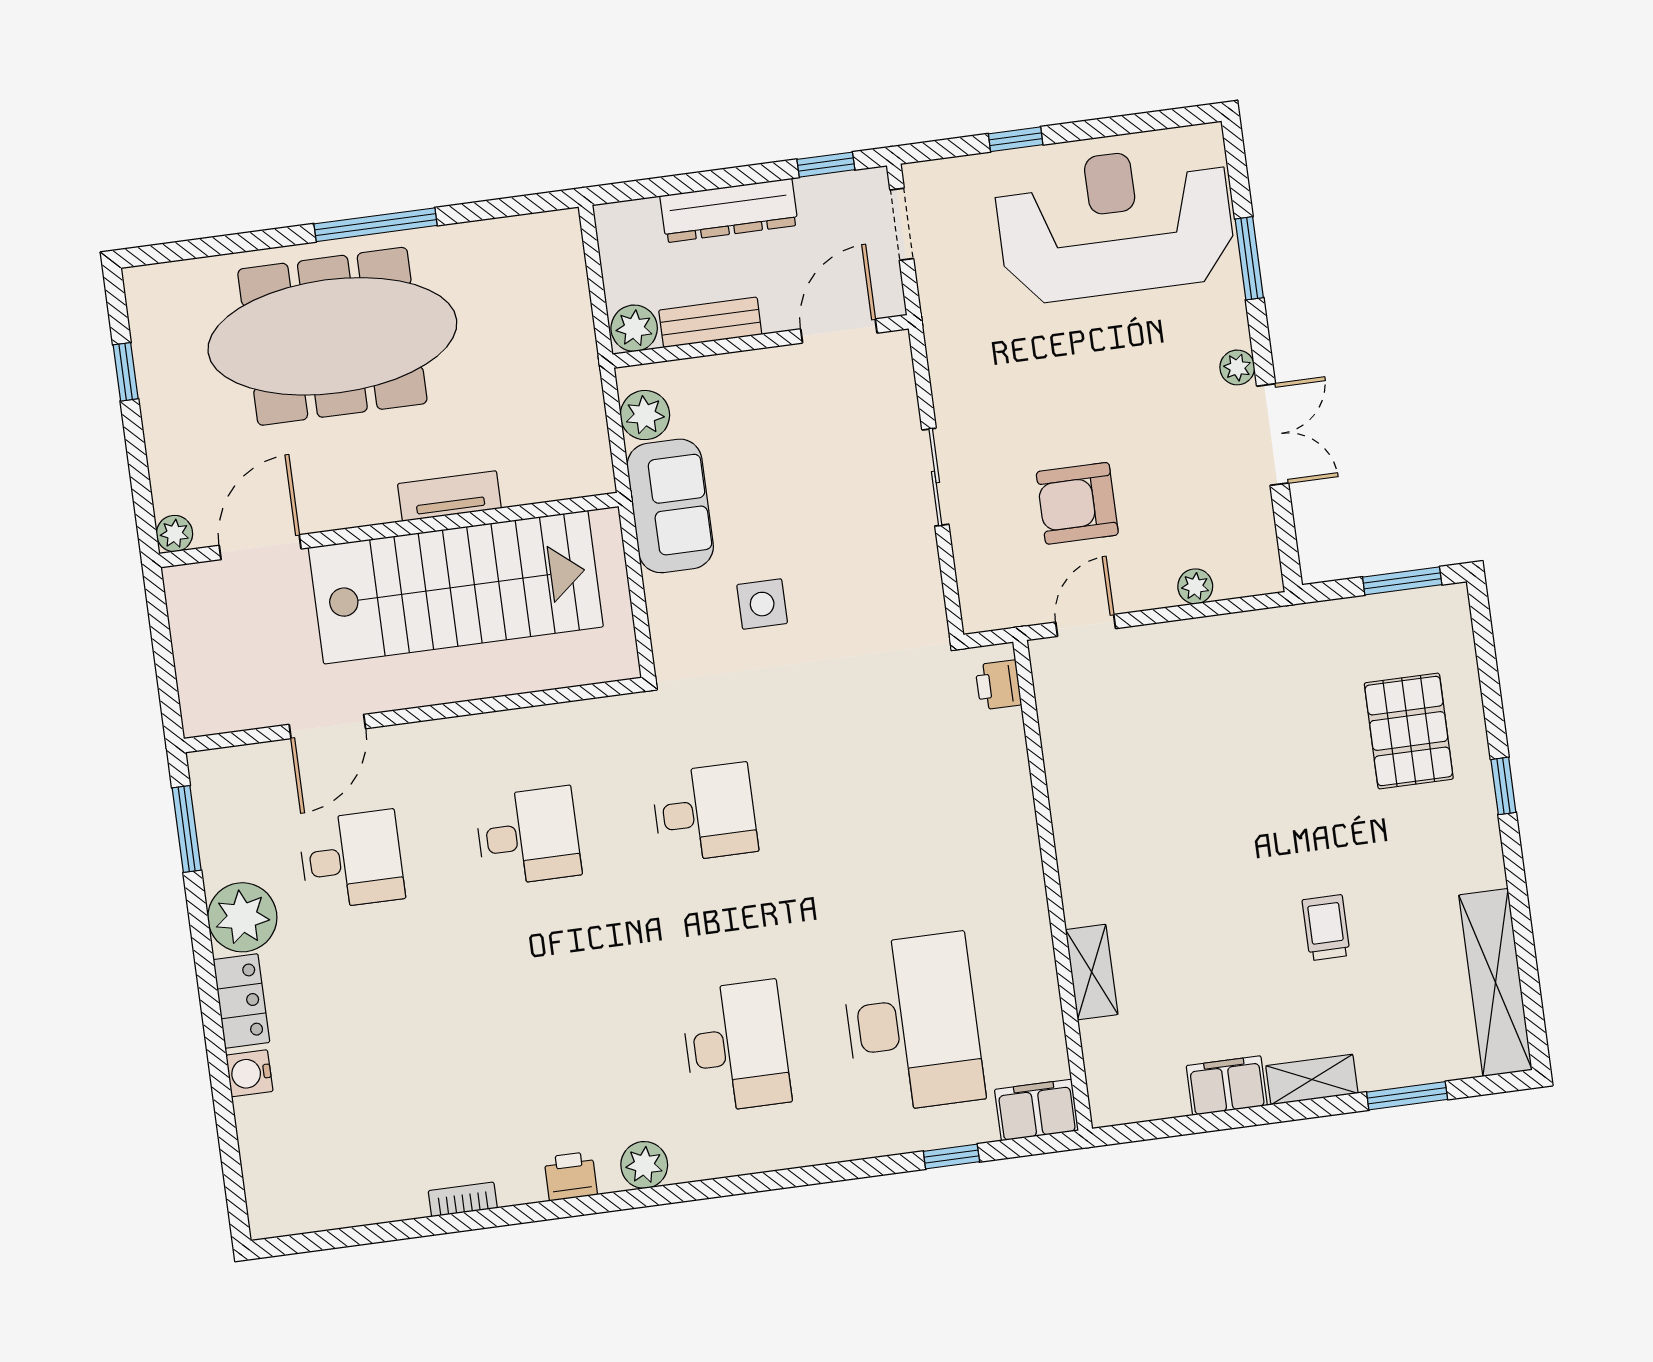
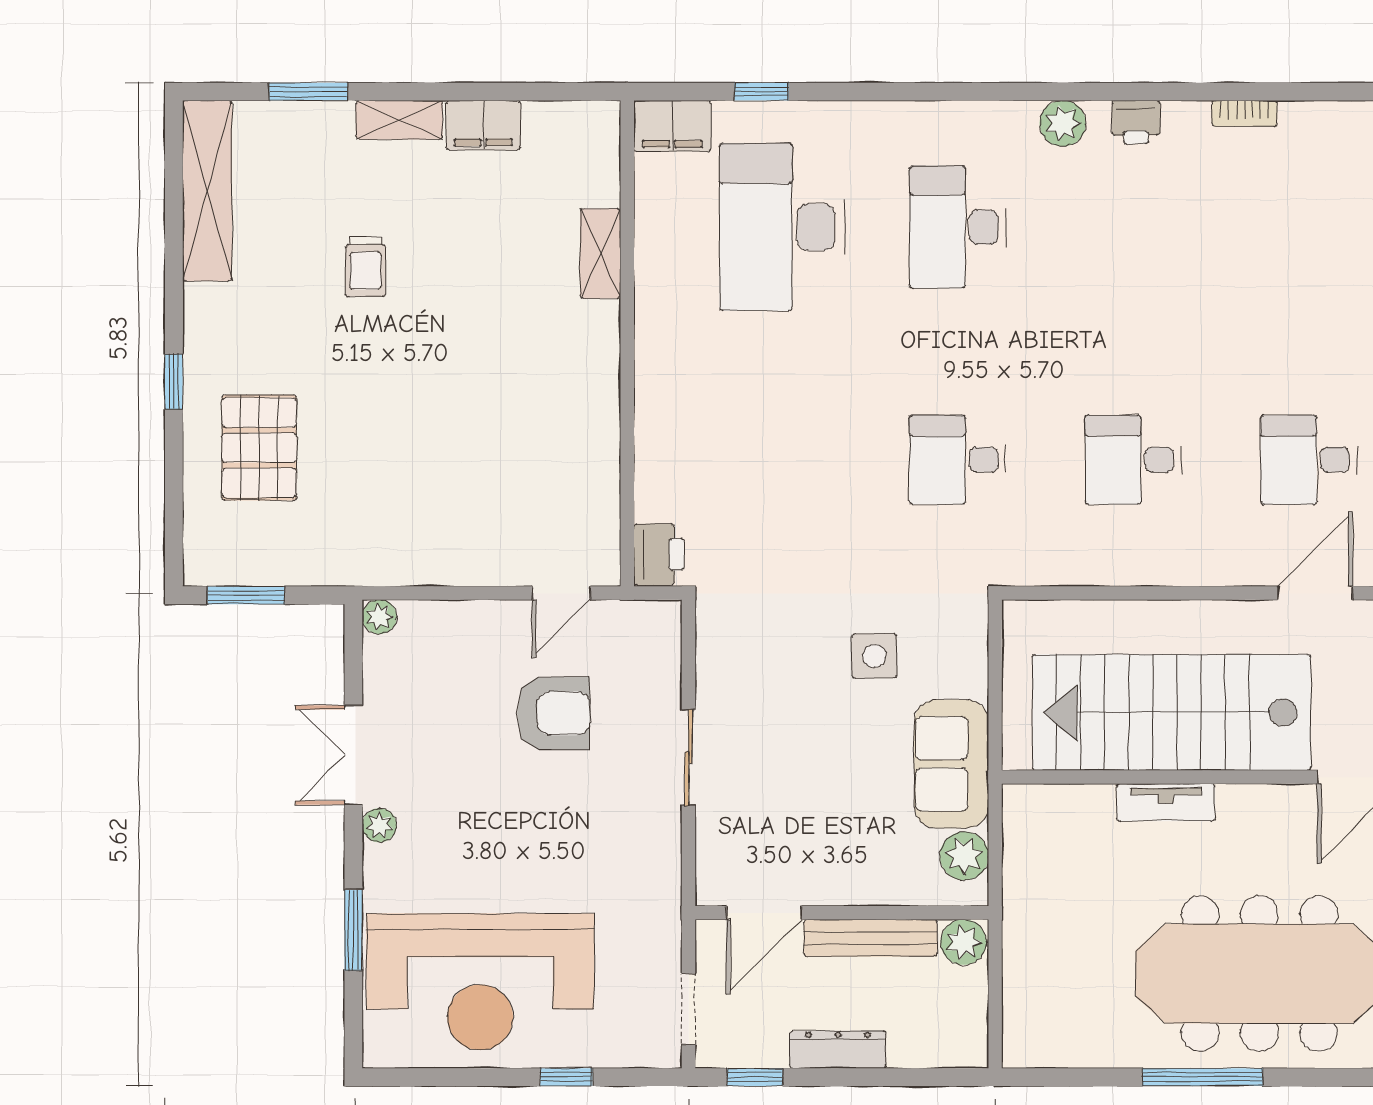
dresser: (729, 210) -> (838, 1049), width x0.73, depth x0.80
bench: (710, 322) -> (870, 938), width x1.36
plant: (1195, 586) -> (379, 617), moved
printer: (998, 685) -> (659, 554), width x1.36, depth x1.24

